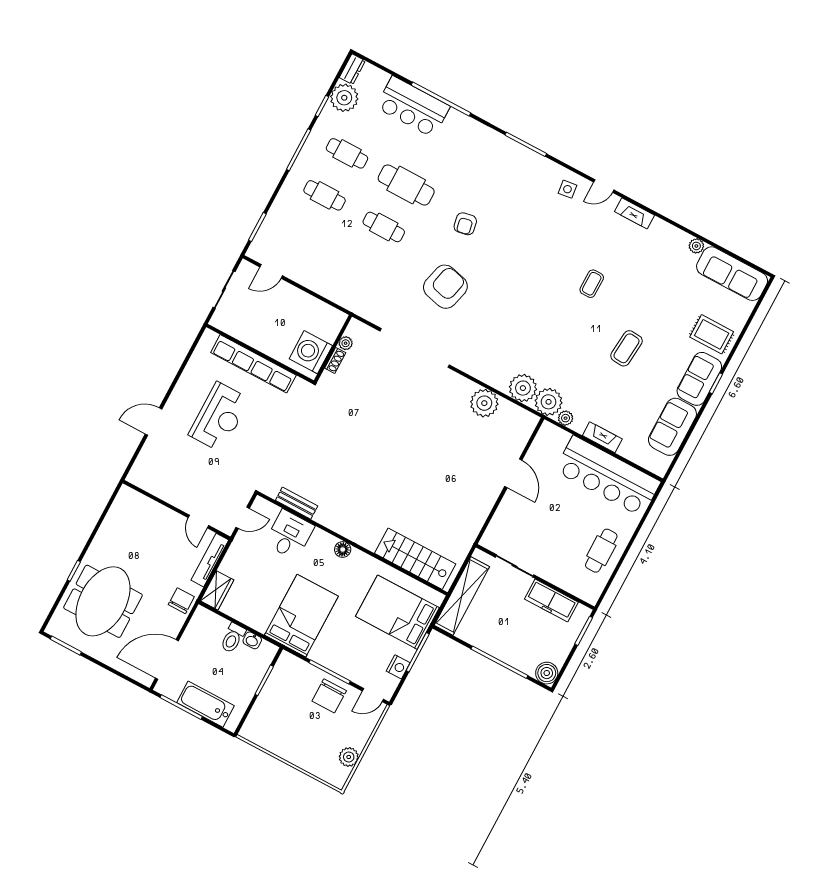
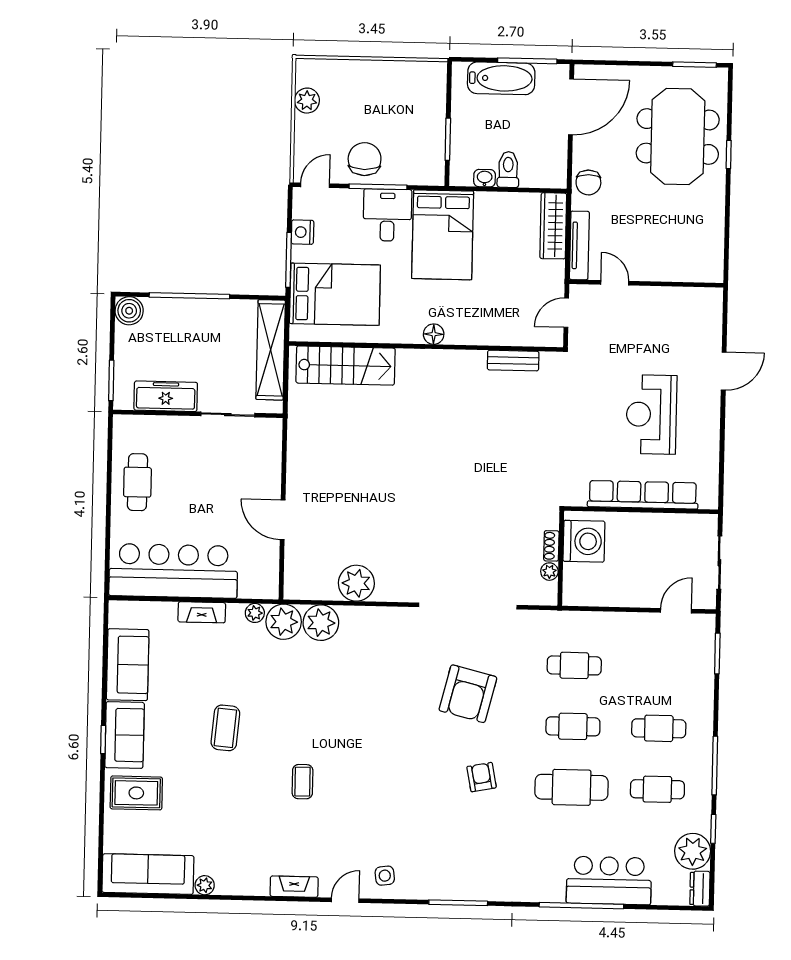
cafe table: (361, 269) -> (574, 665), added
desk: (289, 535) -> (387, 215), moved, turned 180
wardrobe: (217, 590) -> (553, 226), width x1.50

